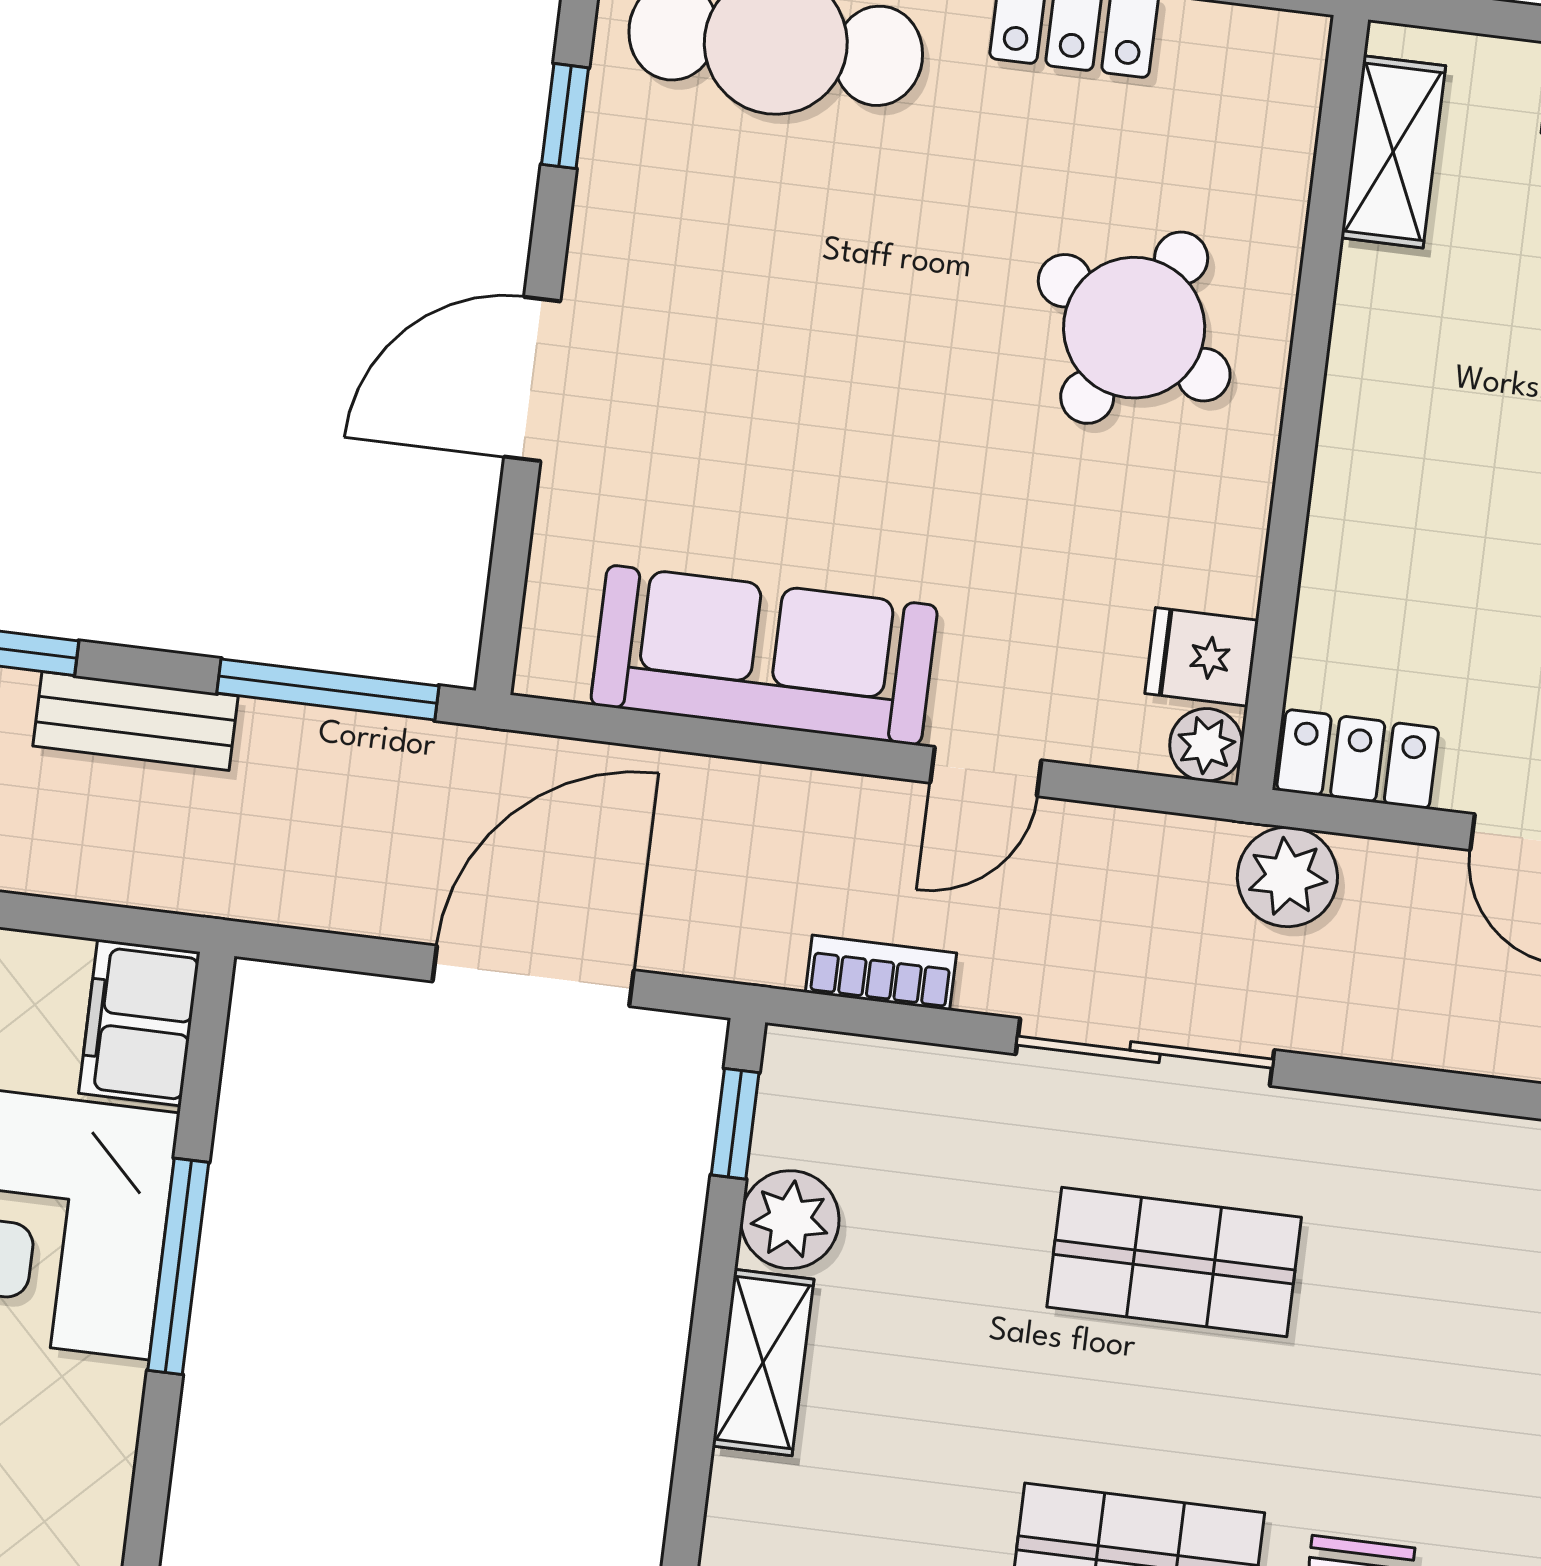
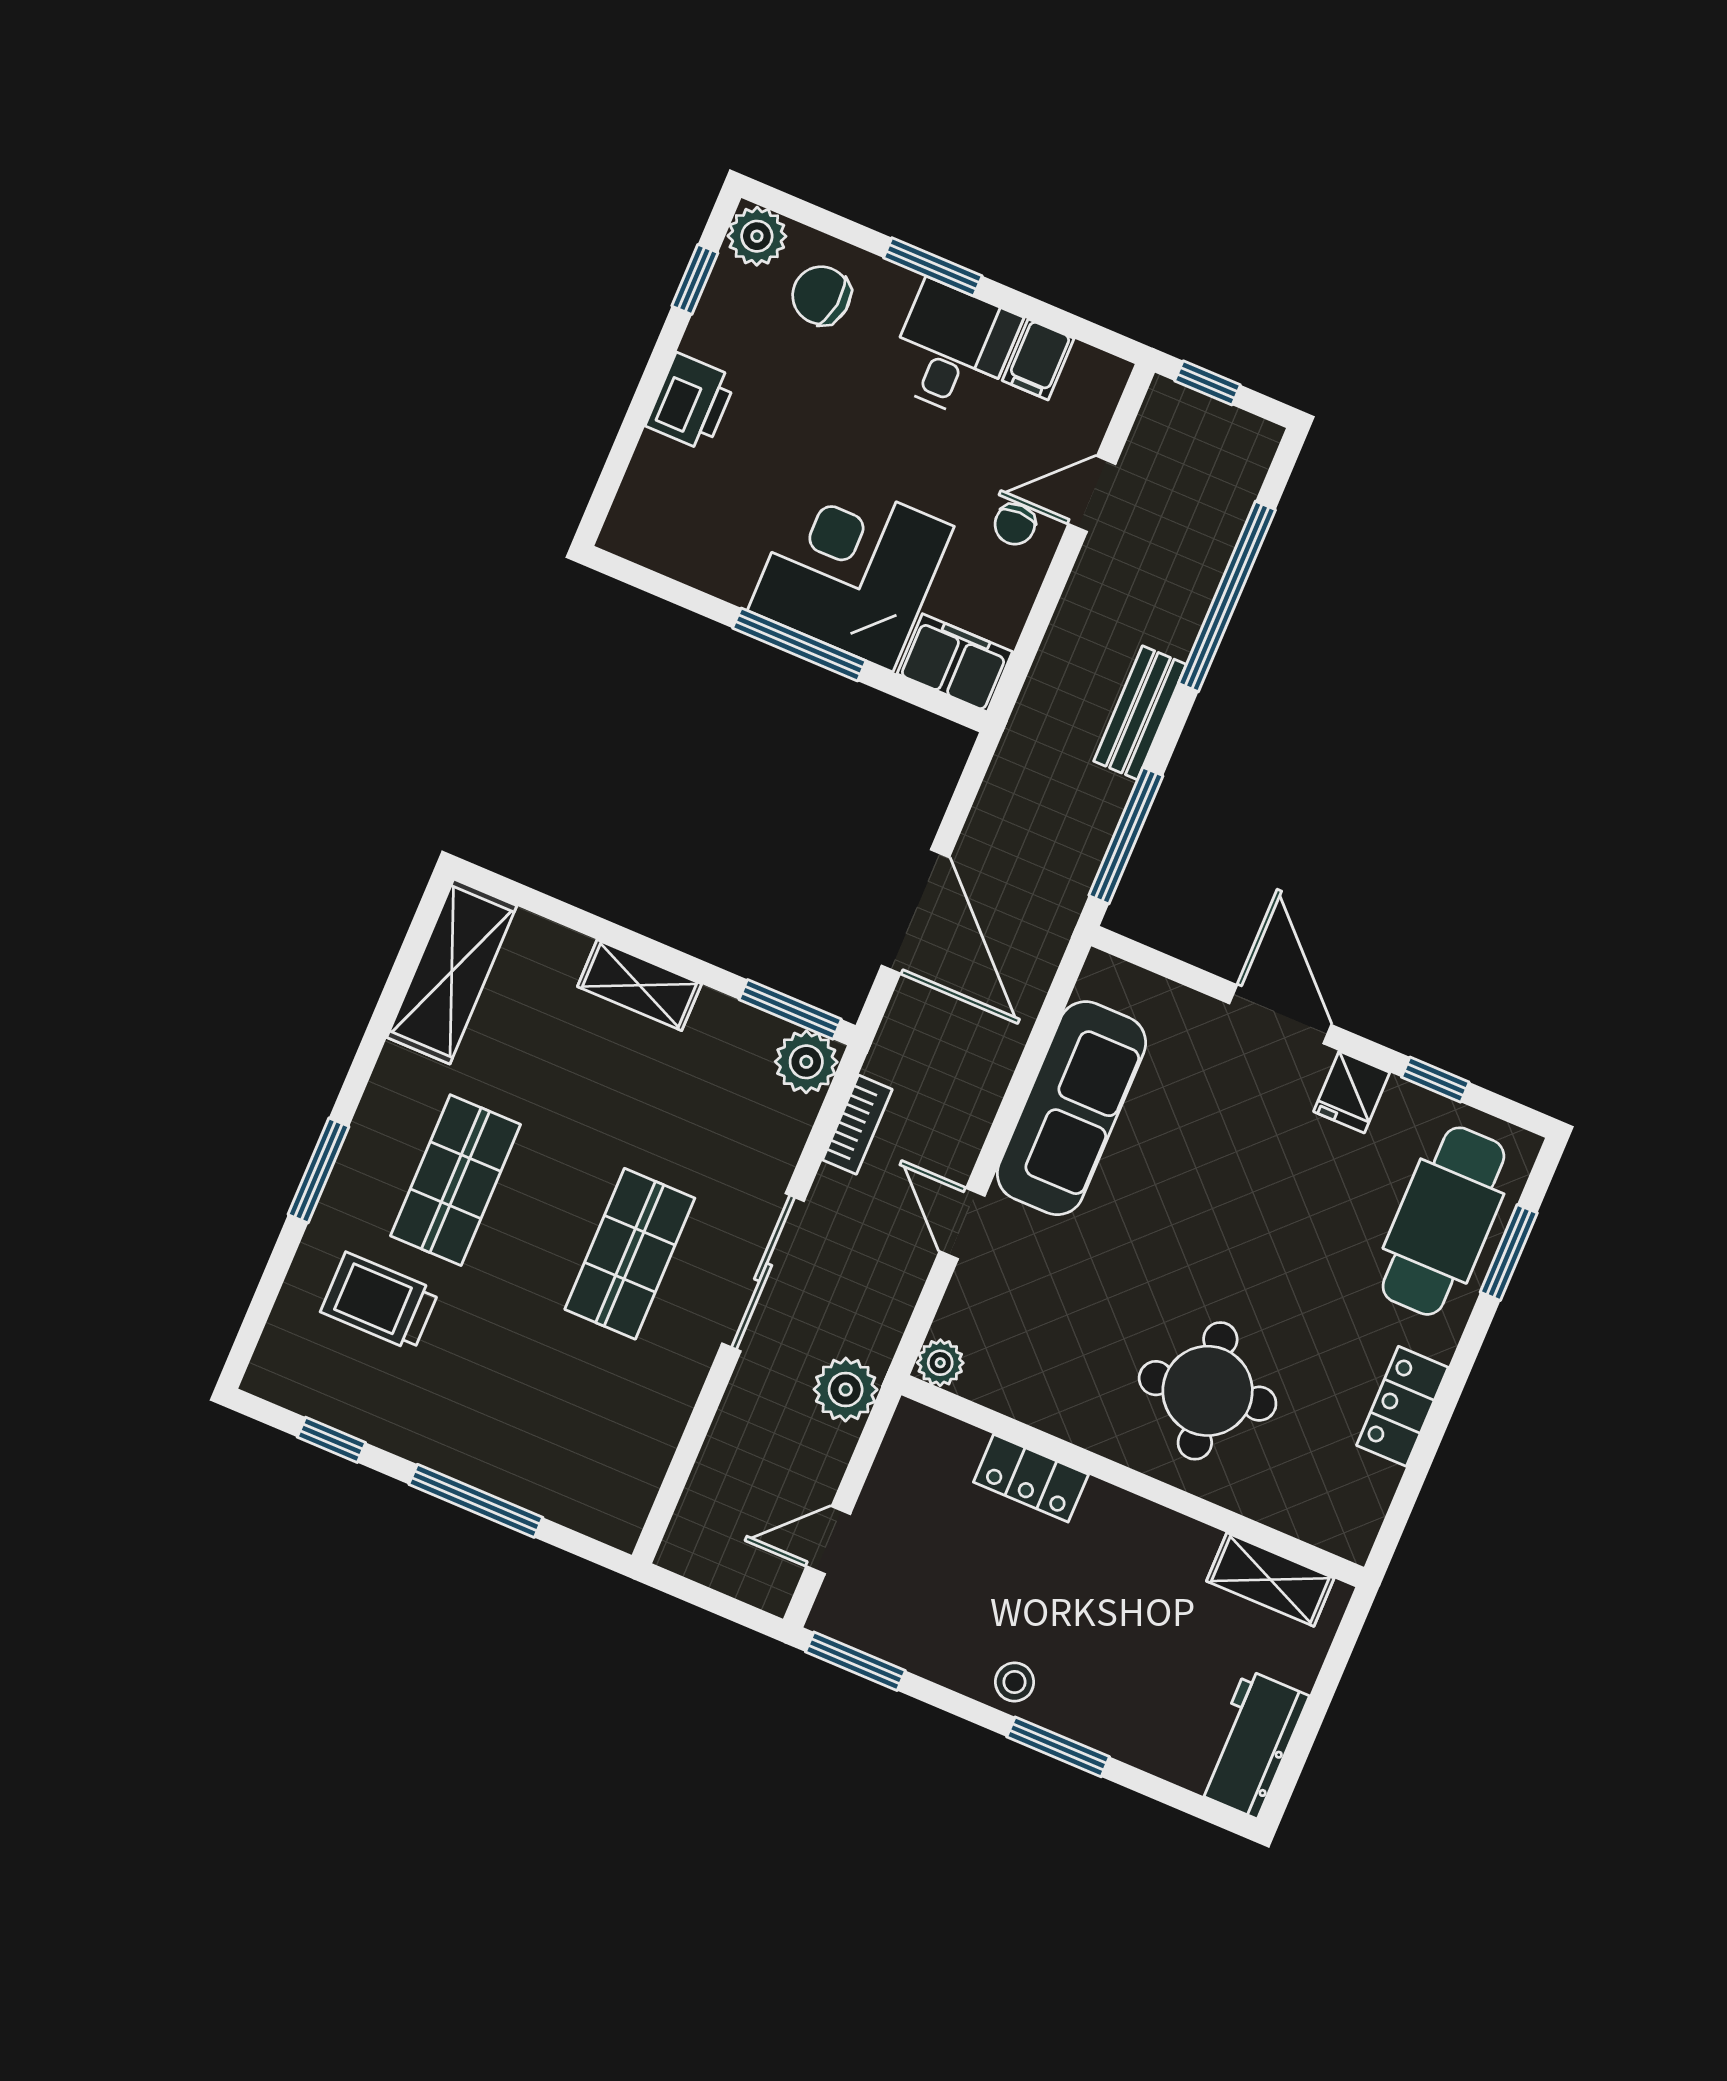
round table: (1134, 328) -> (1208, 1391), turned -36
fridge: (1202, 657) -> (1352, 1092), moved, turned 180
locker: (1358, 759) -> (1031, 1478), moved, turned 90
window: (735, 1124) -> (790, 1009), width x1.50
plant: (790, 1220) -> (806, 1062), moved

